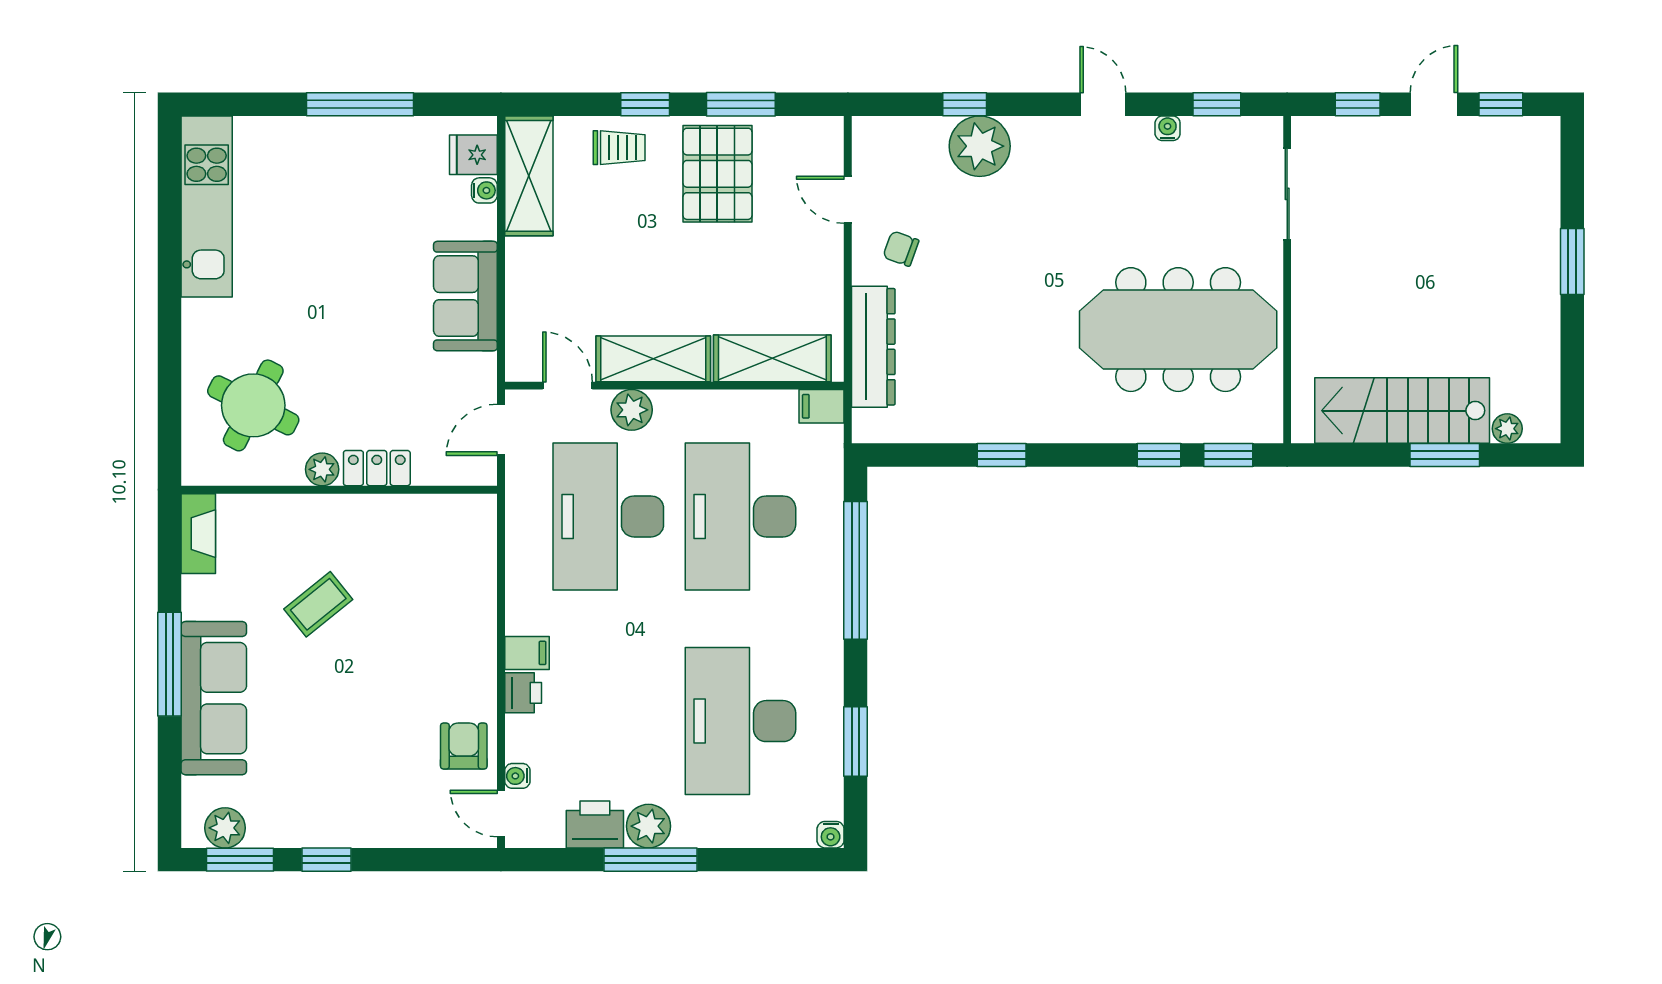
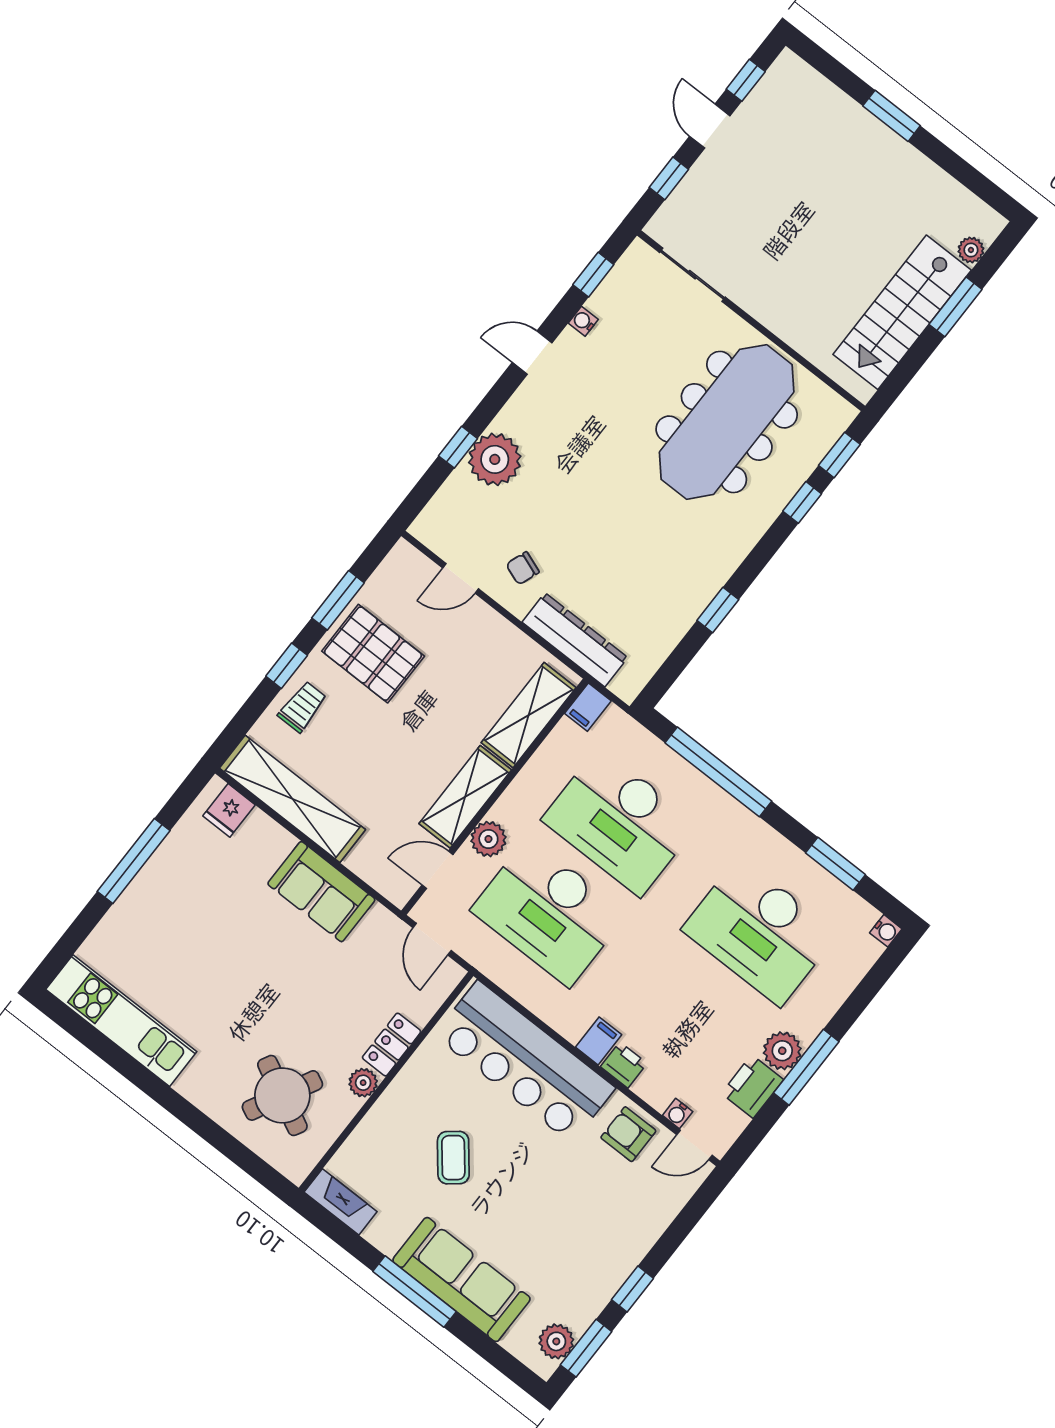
shelving: (529, 176) -> (292, 799), width x1.47
water cooler: (484, 190) -> (259, 822), removed
bar counter: (456, 601) -> (525, 1062), added

